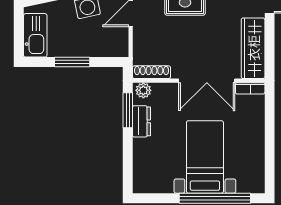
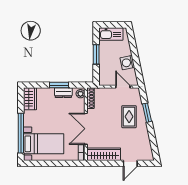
window: (128, 110) -> (59, 85), moved
bed with nightstands: (205, 157) -> (44, 144), moved
wardrobe: (153, 182) -> (30, 99), added

